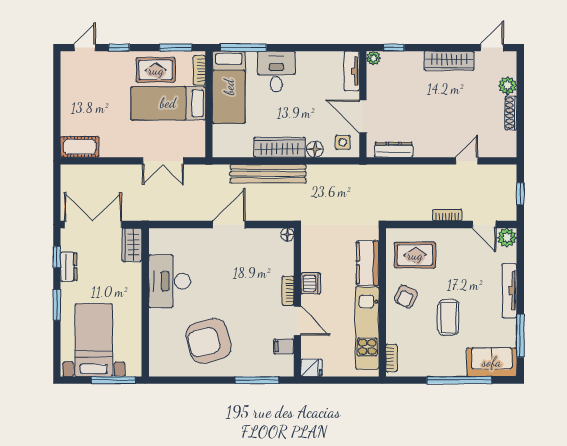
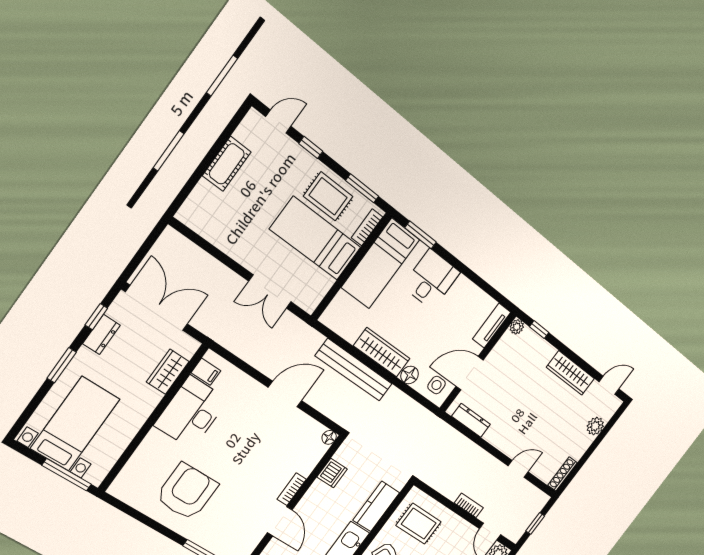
window: (243, 48) -> (421, 235), width x0.69
shoe rack: (511, 113) -> (563, 474), moved
door: (363, 116) -> (470, 373), hinge flipped
cot: (80, 147) -> (227, 164), moved, turned 90
wardrobe: (132, 245) -> (168, 372), moved
dishwasher: (311, 283) -> (332, 473), moved
armchair: (209, 341) -> (187, 492), turned 105
filing cabinet: (284, 347) -> (206, 372), moved, turned 180

